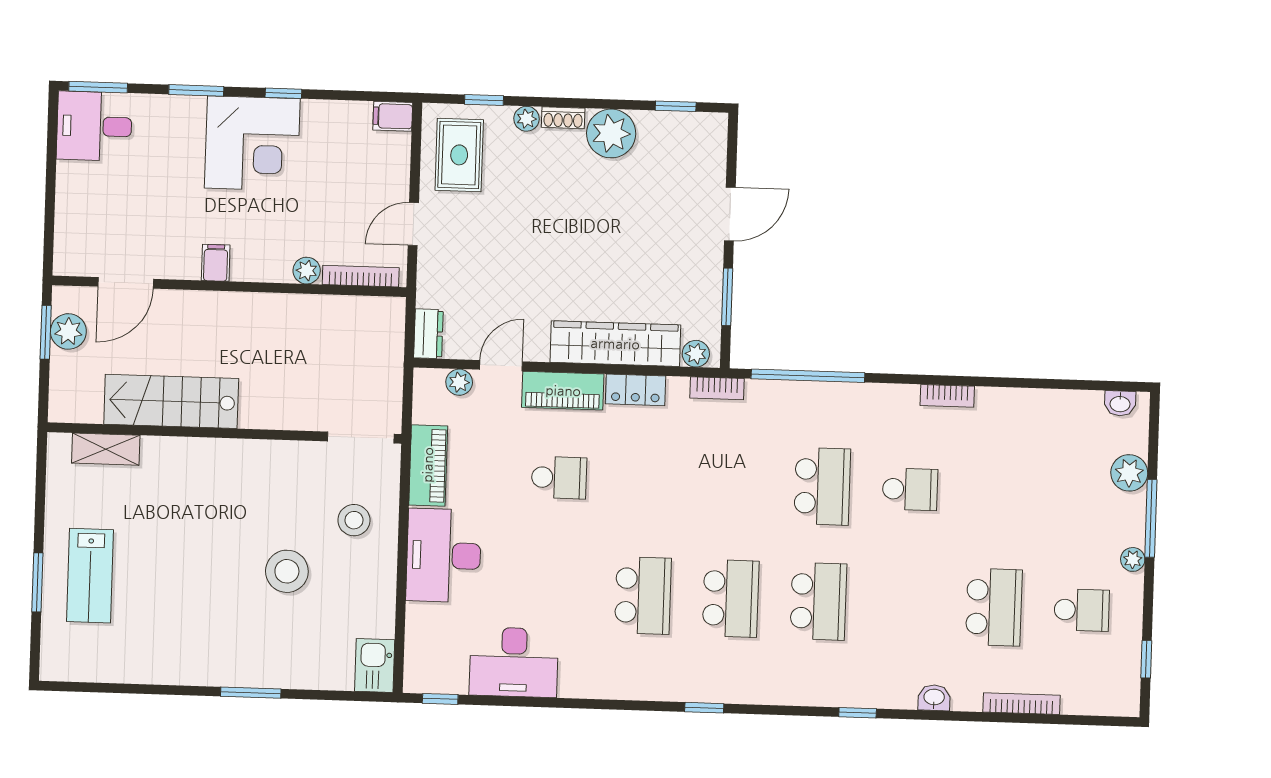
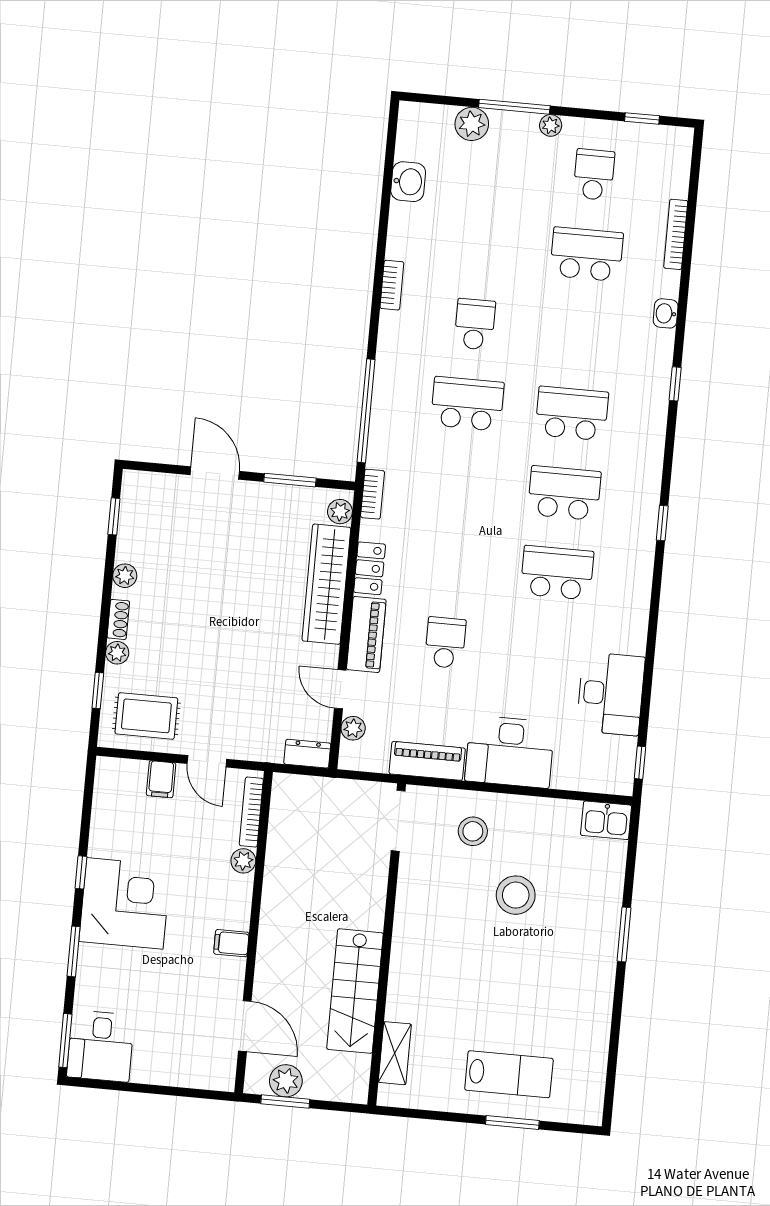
filing cabinet: (393, 116) -> (161, 779), moved
plant: (611, 133) -> (125, 576), width x0.53, depth x0.53
washbasin: (1120, 403) -> (408, 182), moved, width x1.38, depth x1.45

